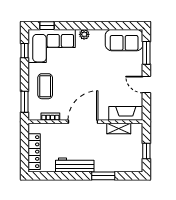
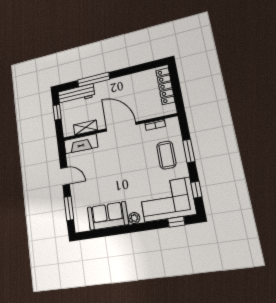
sofa: (124, 40) -> (108, 216), moved
window: (25, 102) -> (189, 151), moved
door: (83, 122) -> (121, 127), swing flipped
workbench: (75, 165) -> (76, 94), moved
window: (103, 176) -> (94, 80), width x1.44

